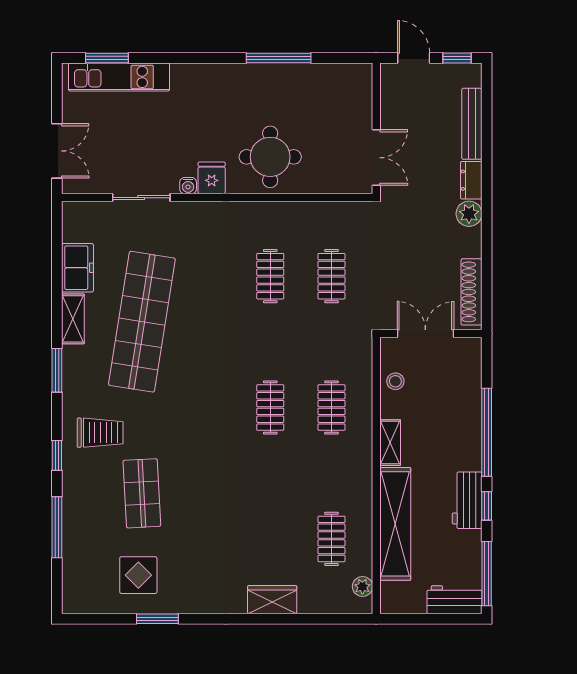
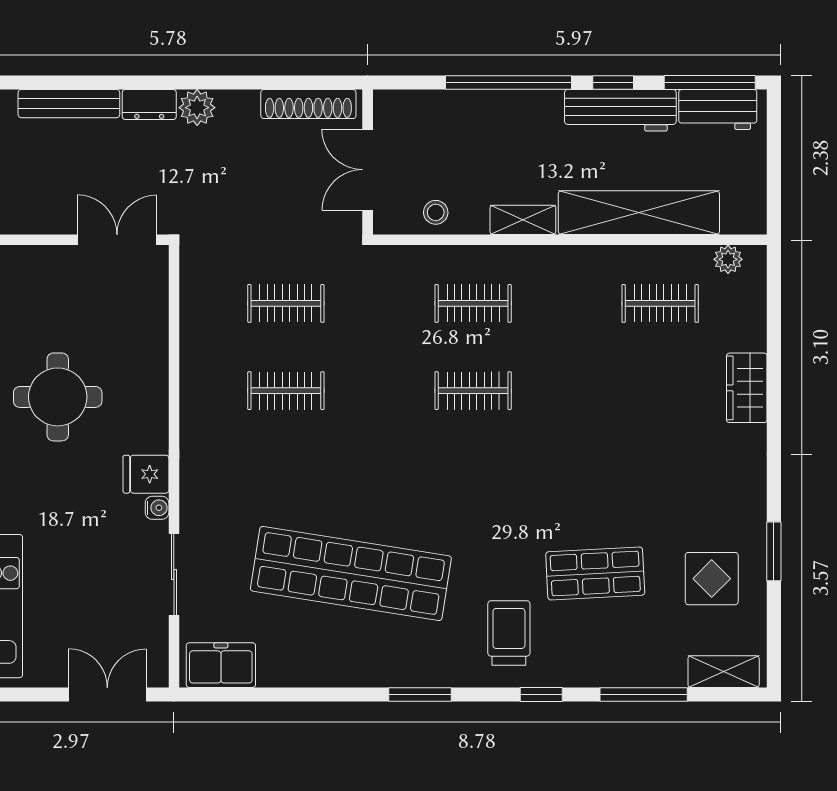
round table: (270, 157) -> (58, 397), moved
freezer: (78, 268) -> (221, 665), moved
shelving: (73, 319) -> (724, 672), moved
workbench: (467, 500) -> (620, 110), width x1.38
workbench: (454, 600) -> (718, 110), moved, turned -90

